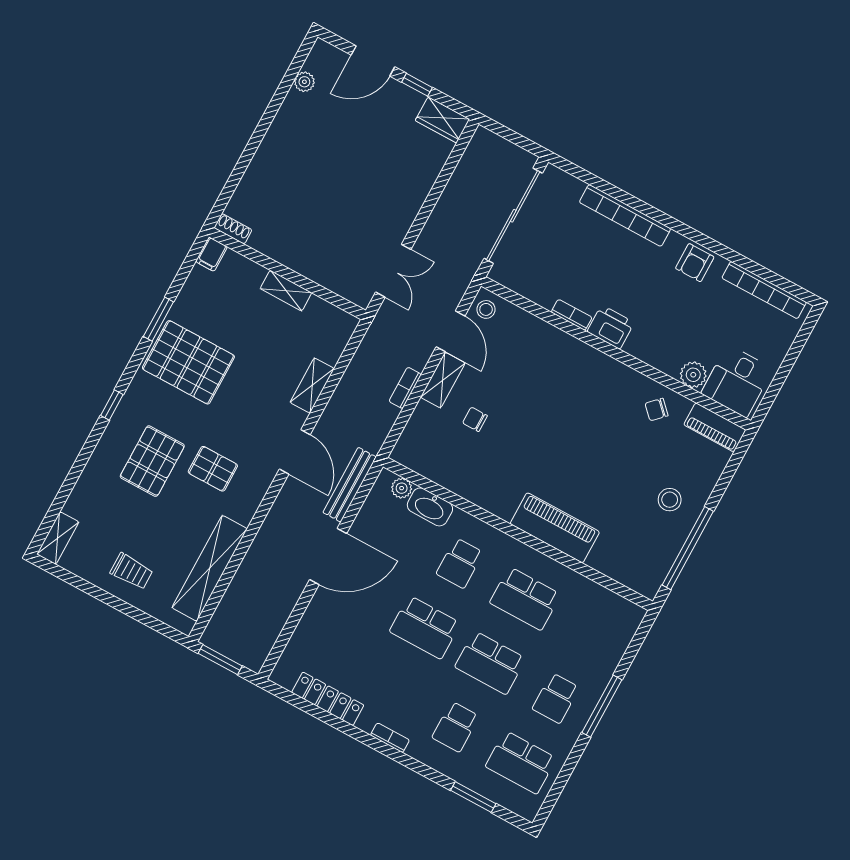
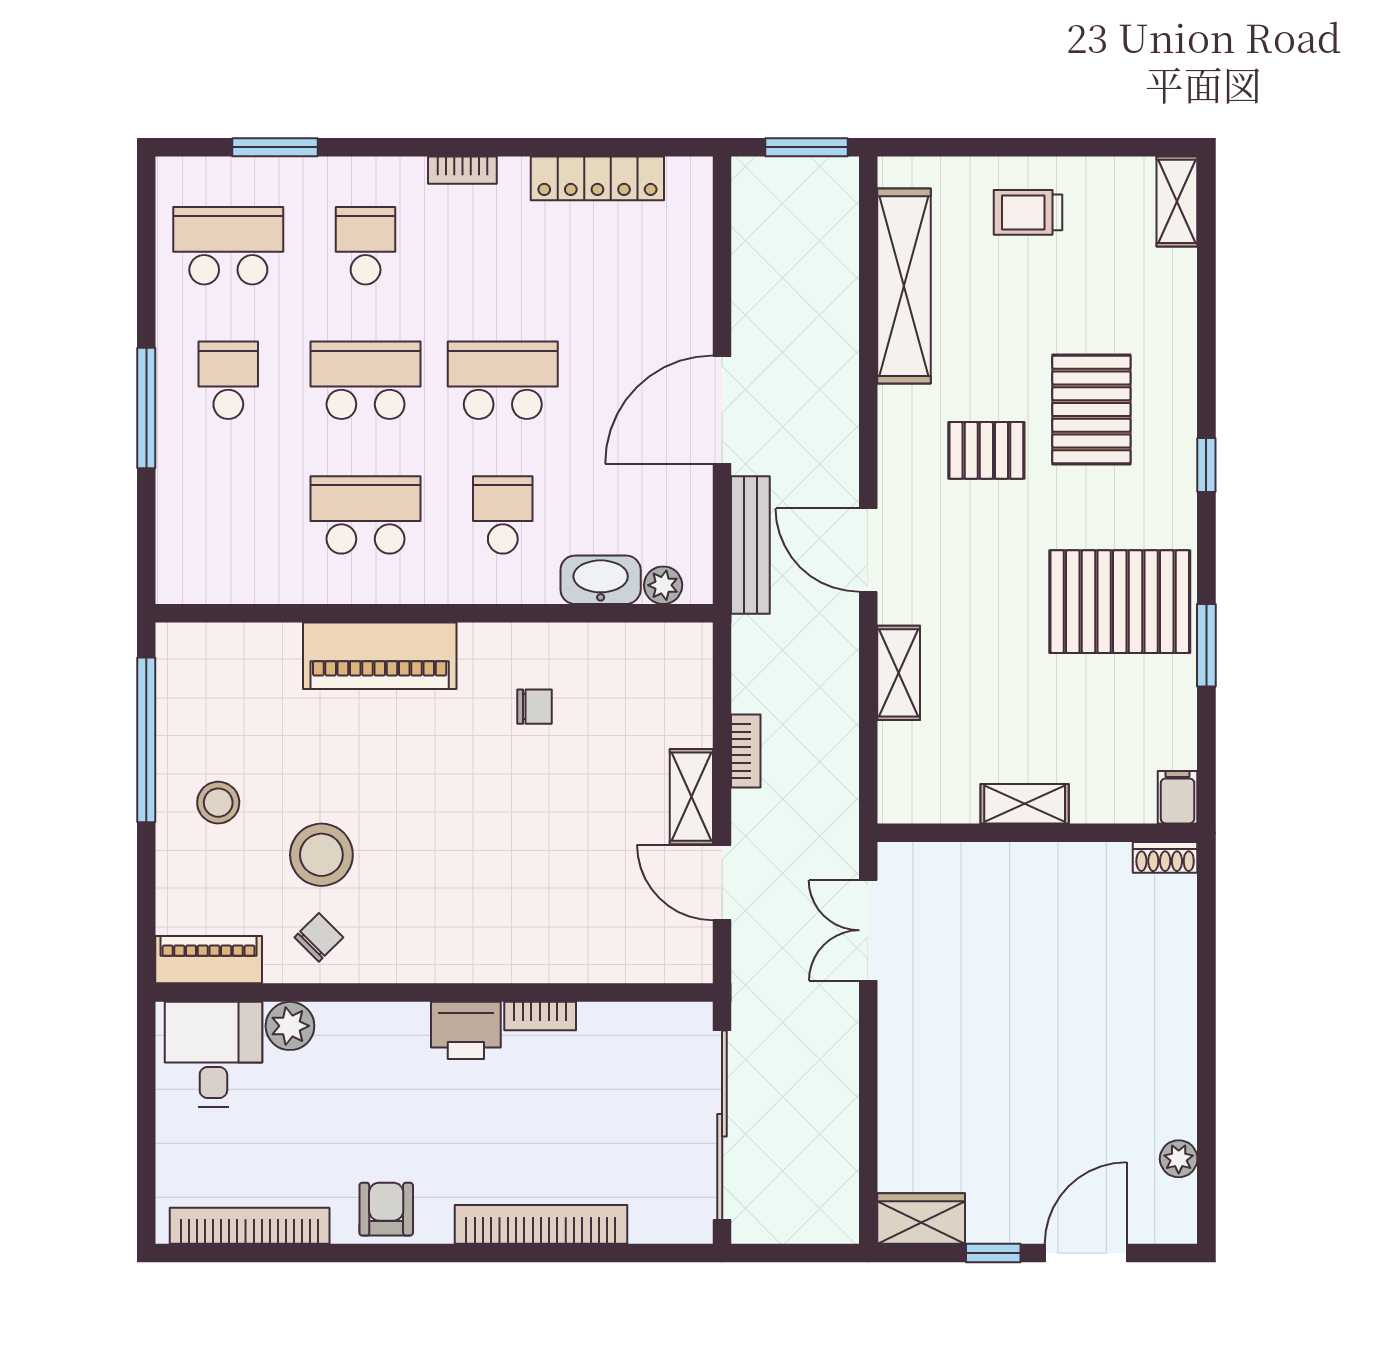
stool: (486, 309) -> (321, 855), moved, width x1.89, depth x1.89
chair: (475, 419) -> (534, 707), moved

